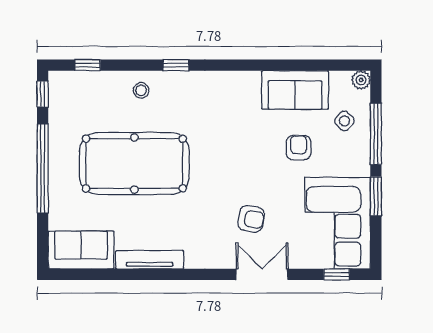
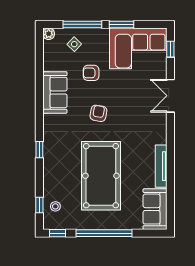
stool: (141, 90) -> (55, 206), moved
sofa: (295, 90) -> (55, 92), moved
armchair: (251, 219) -> (98, 113), moved

